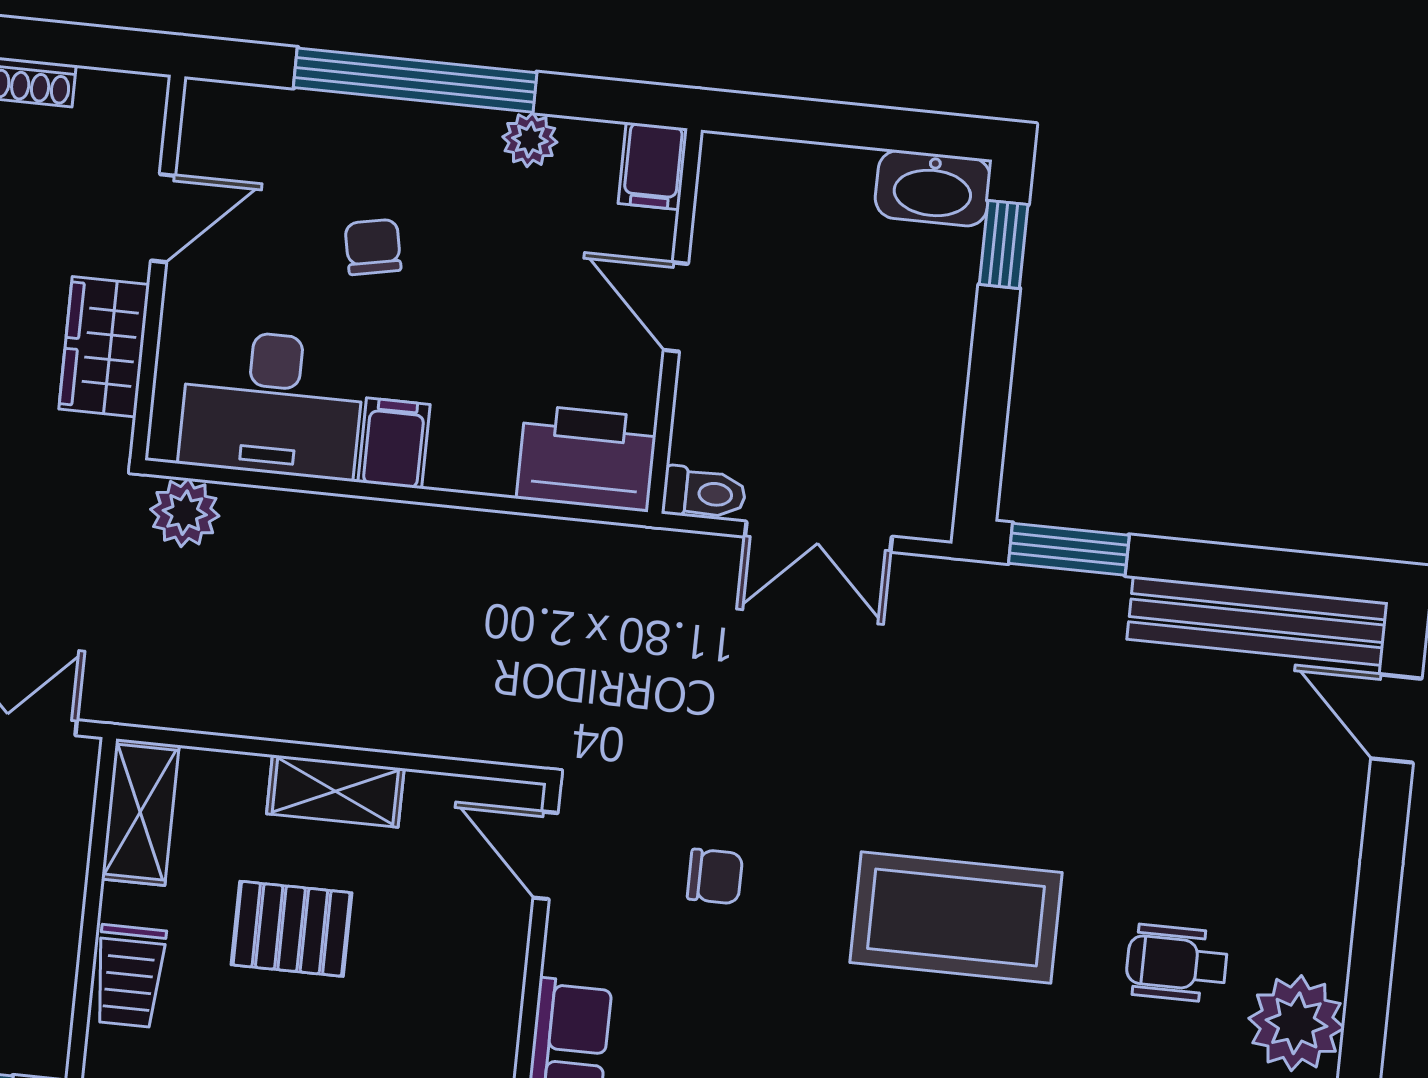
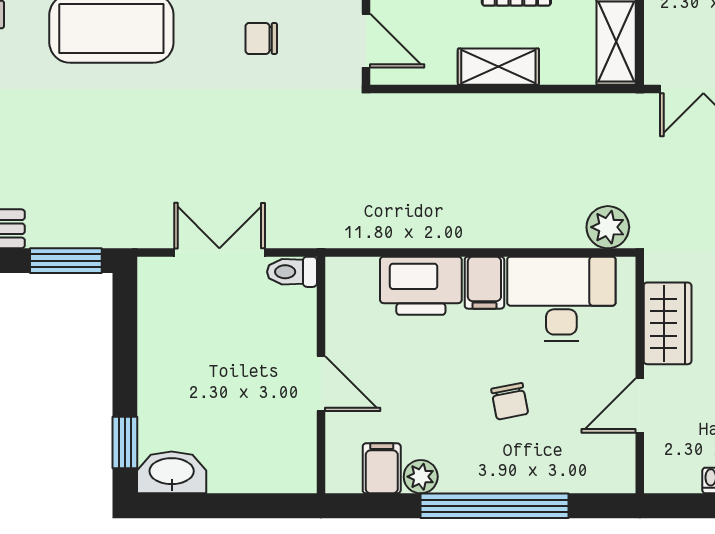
filing cabinet: (653, 166) -> (382, 468), moved
printer: (587, 458) -> (421, 286), moved

